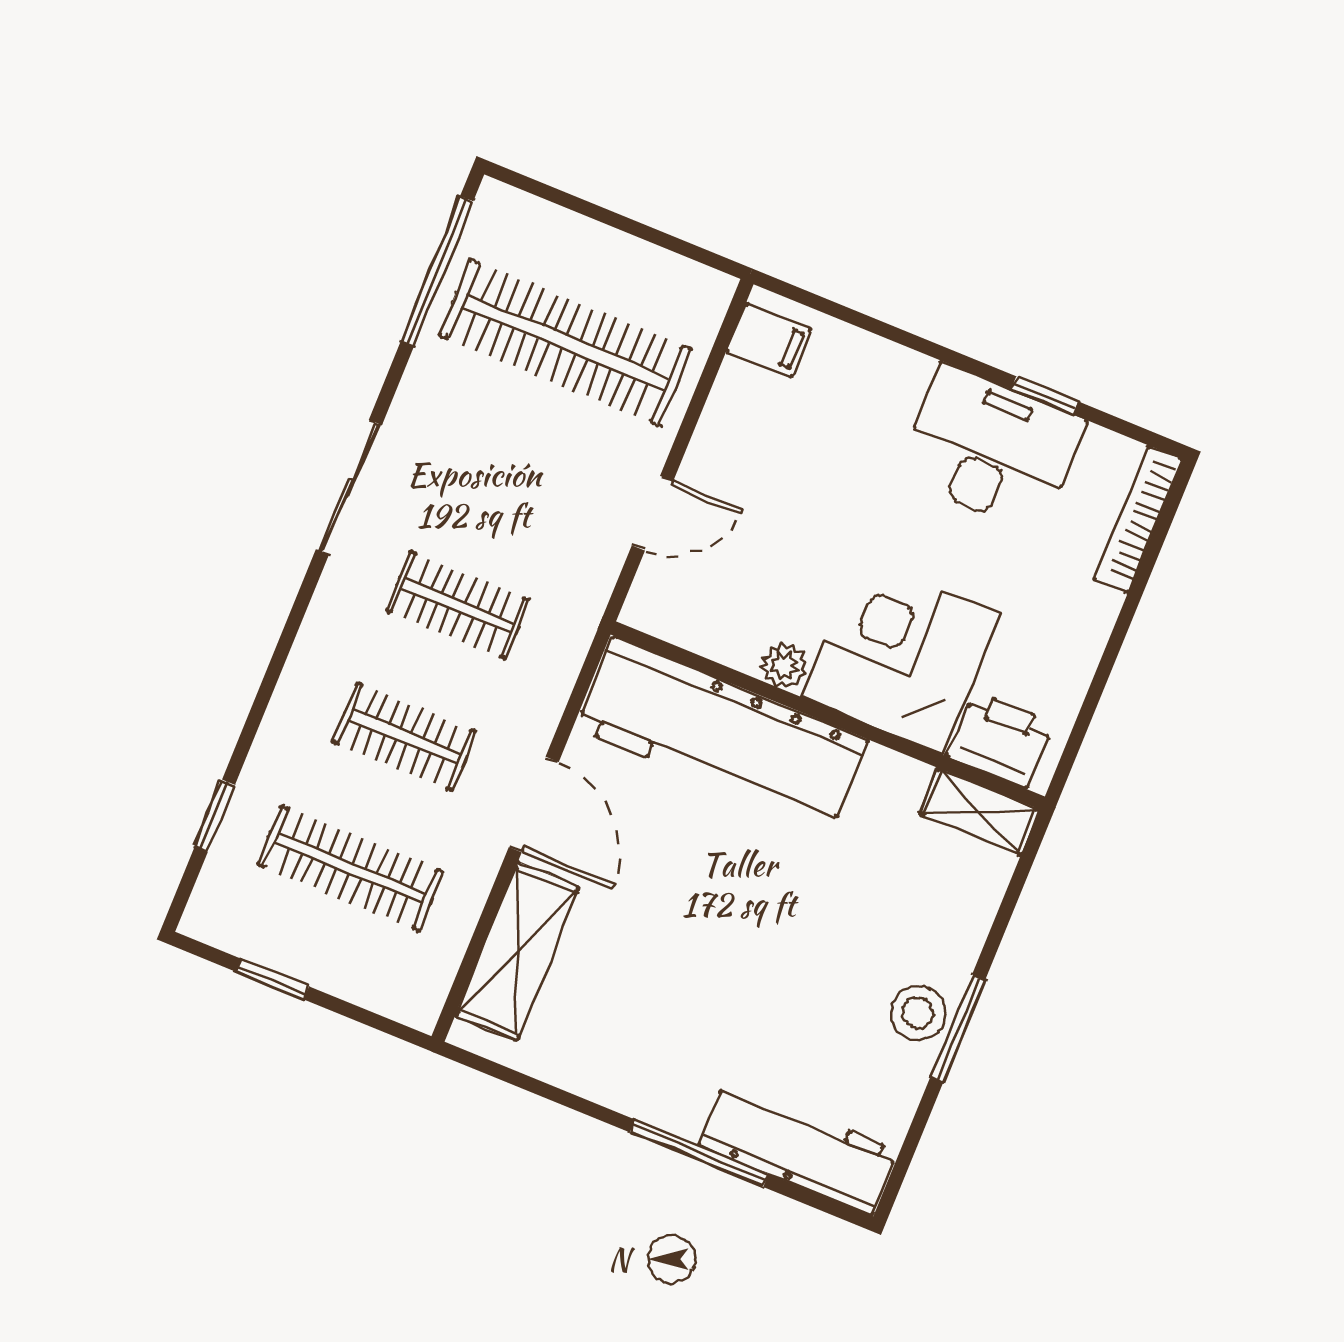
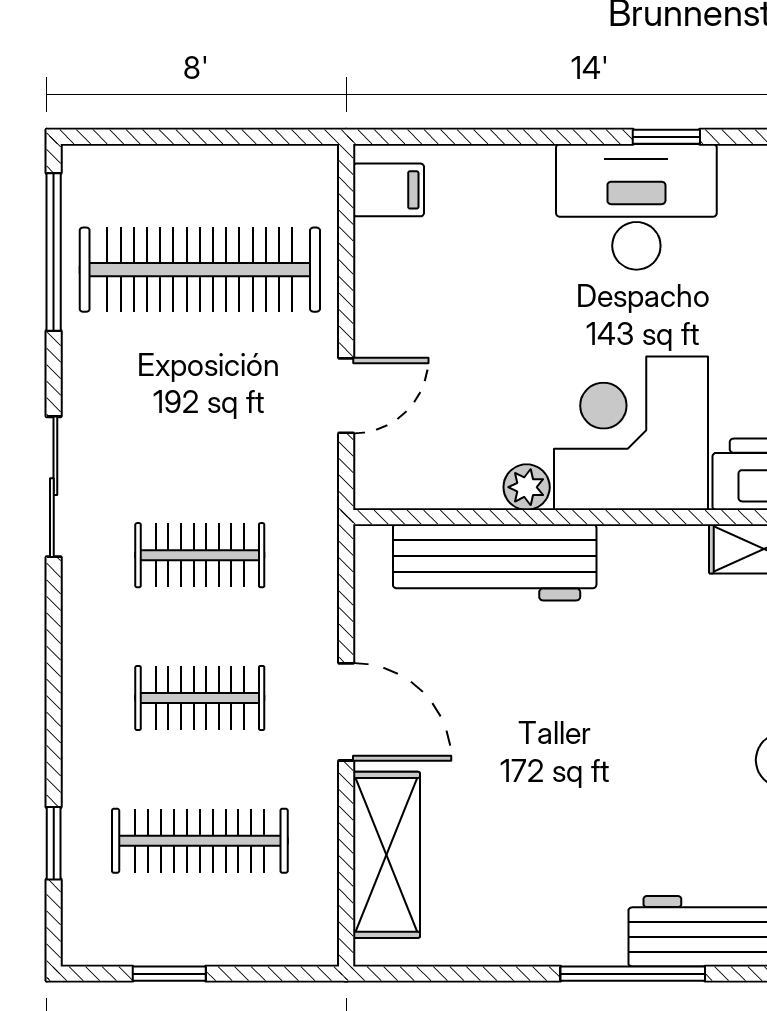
workbench: (722, 734) -> (495, 562), width x0.73, depth x0.76

